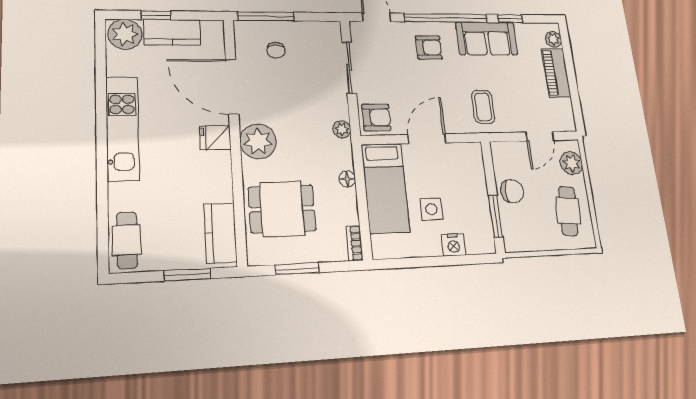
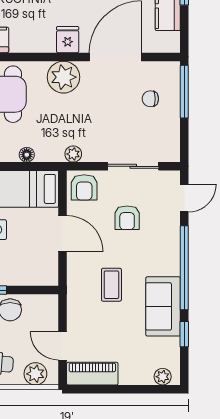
armchair: (429, 47) -> (127, 218), moved
piano: (556, 73) -> (92, 374), moved
coffee table: (483, 107) -> (111, 285), moved, turned 90

